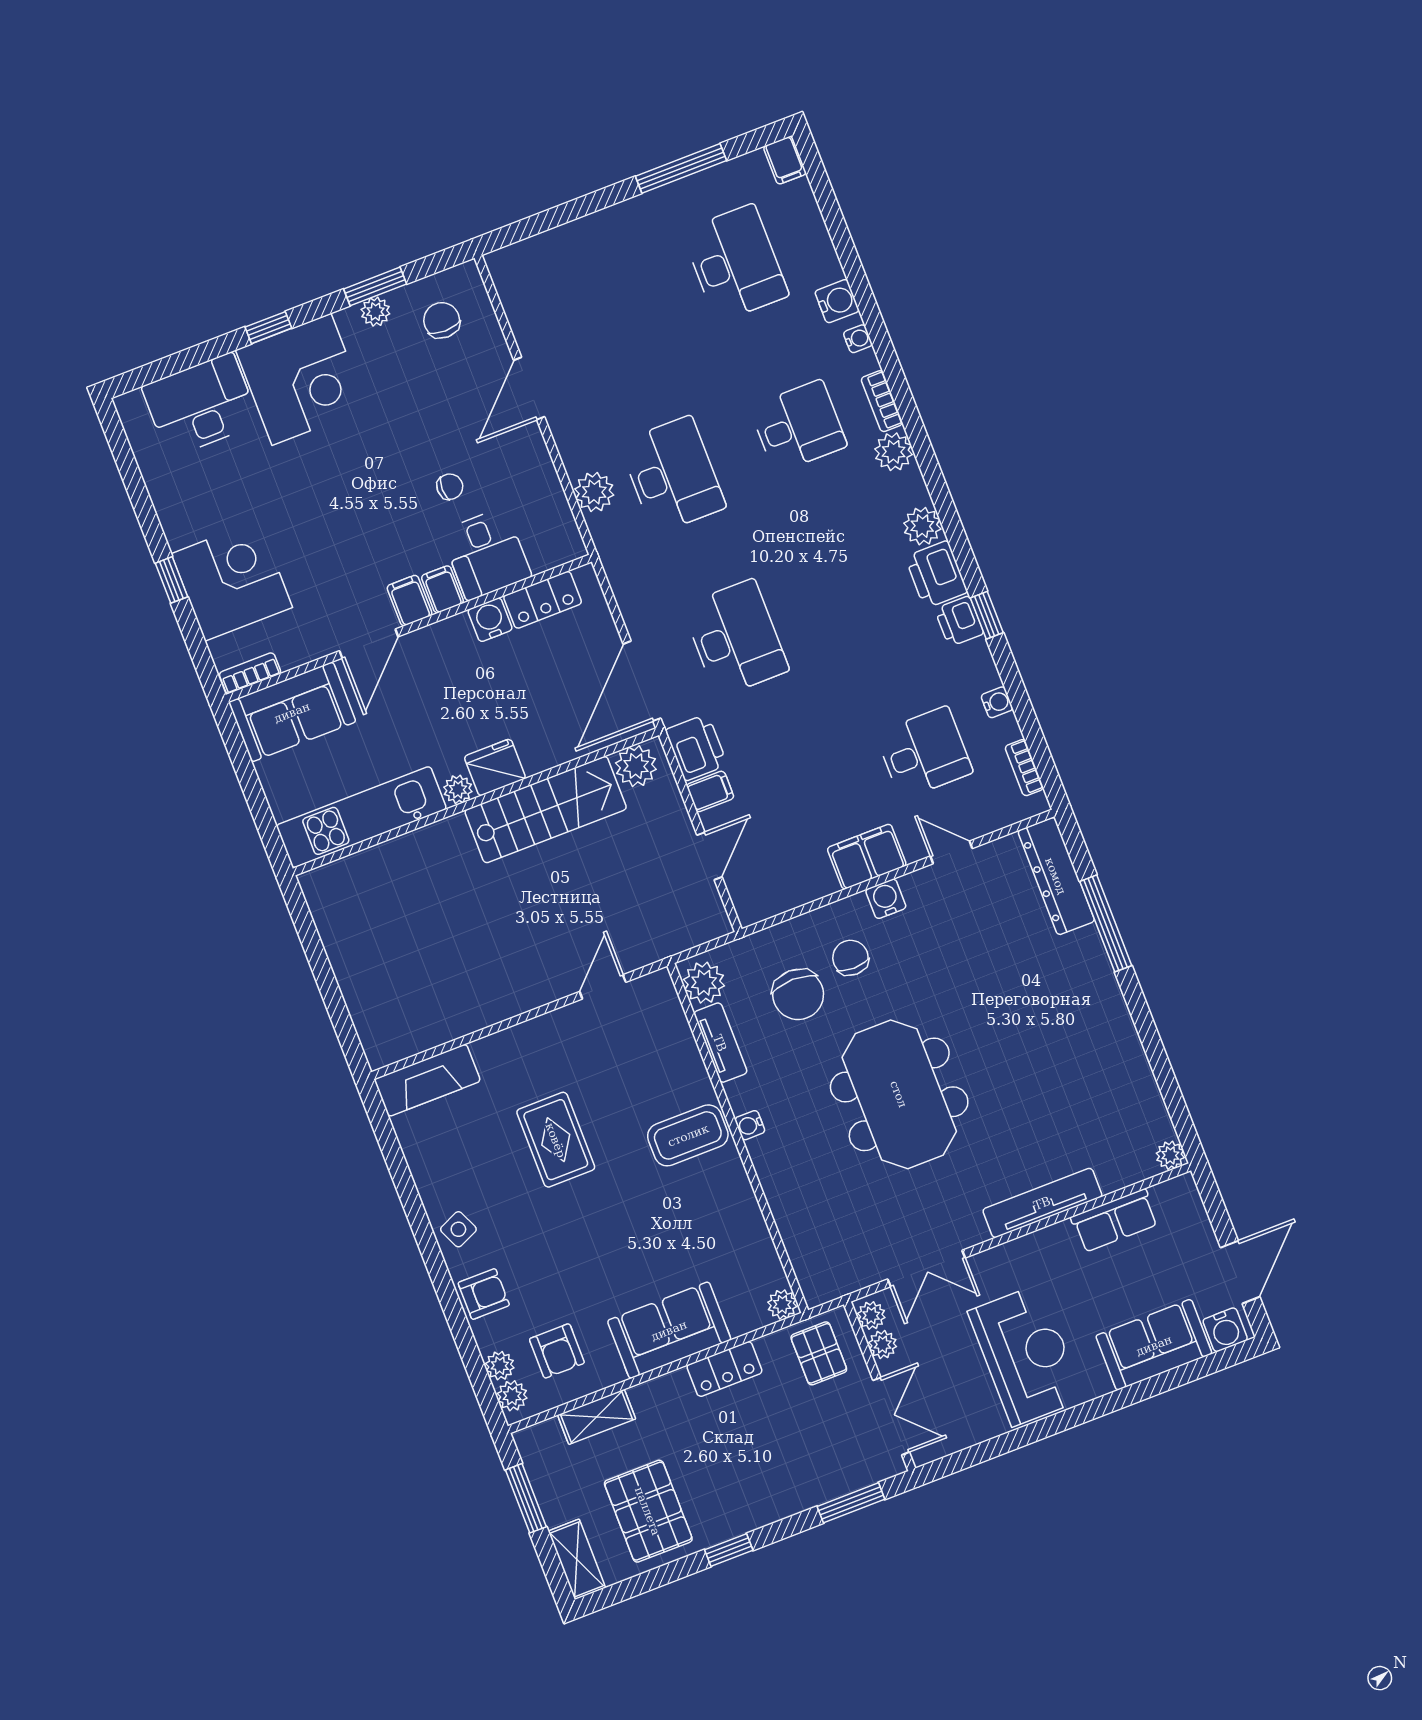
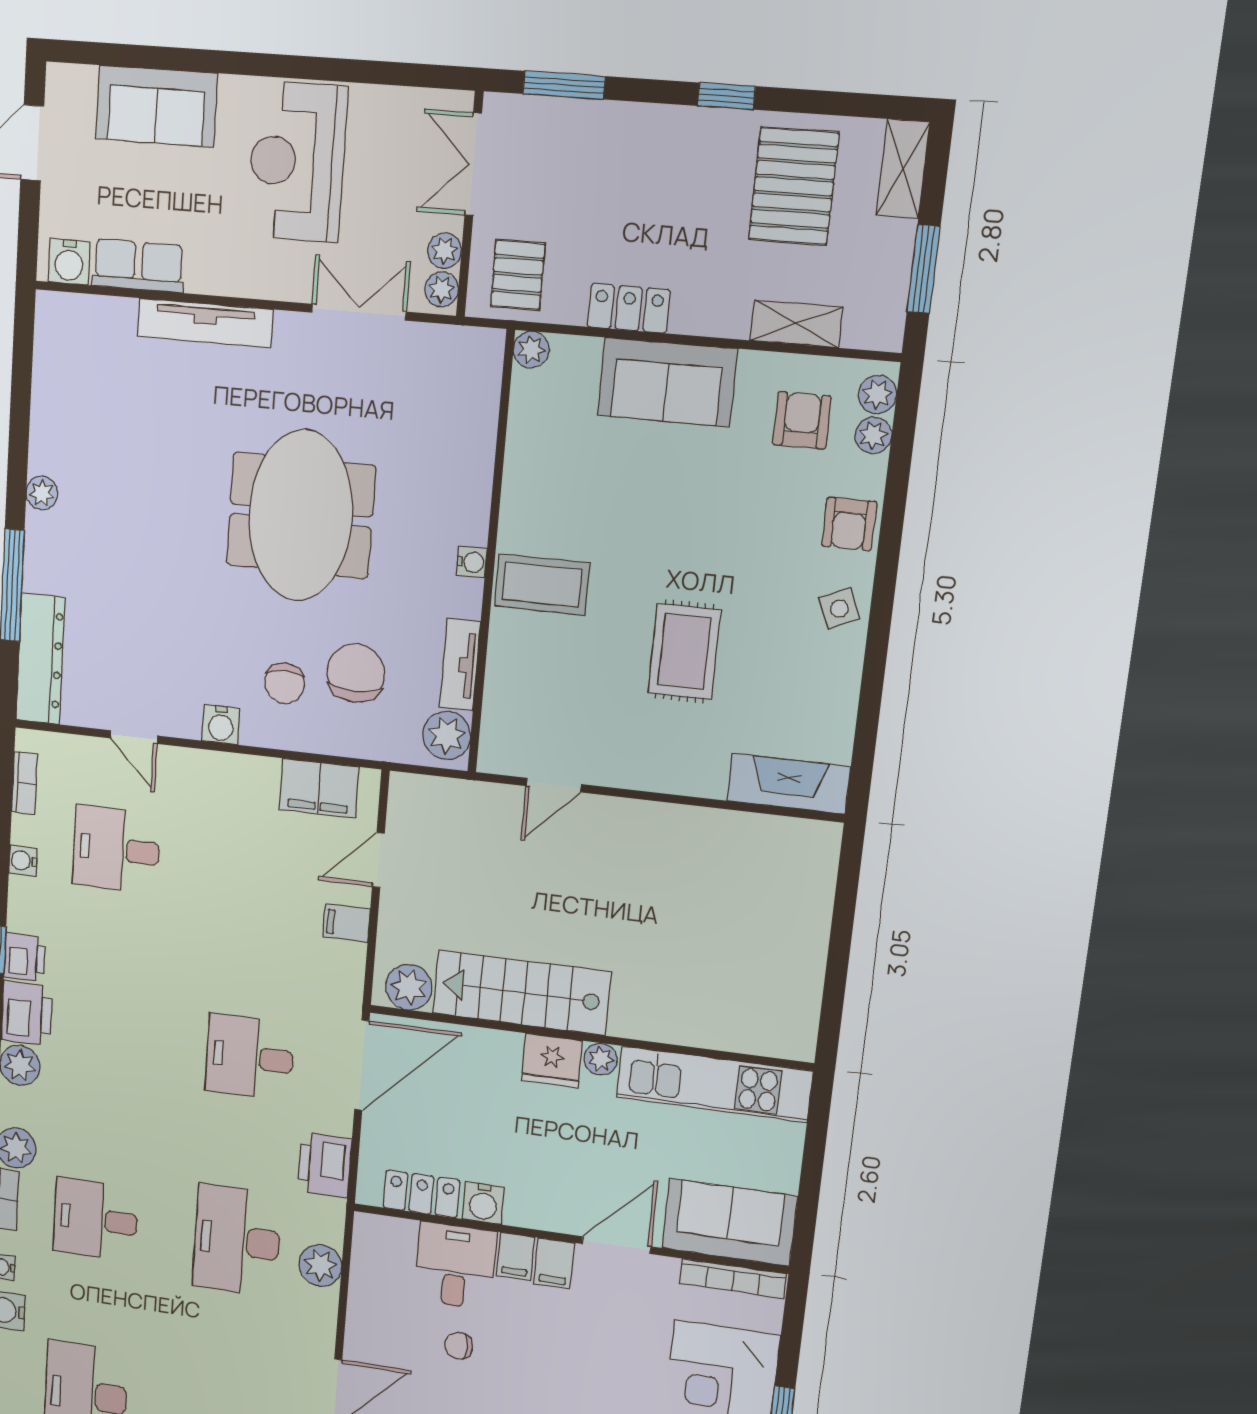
desk: (735, 638) -> (250, 1057), width x0.73
bookcase: (250, 673) -> (733, 1279), width x1.56
printer: (696, 747) -> (325, 1165), moved
filing cabinet: (867, 857) -> (319, 788), moved
plant: (1170, 1155) -> (42, 493), moved
armchair: (484, 1294) -> (849, 524), turned -90
water cooler: (1225, 1330) -> (69, 262), moved, turned 180

